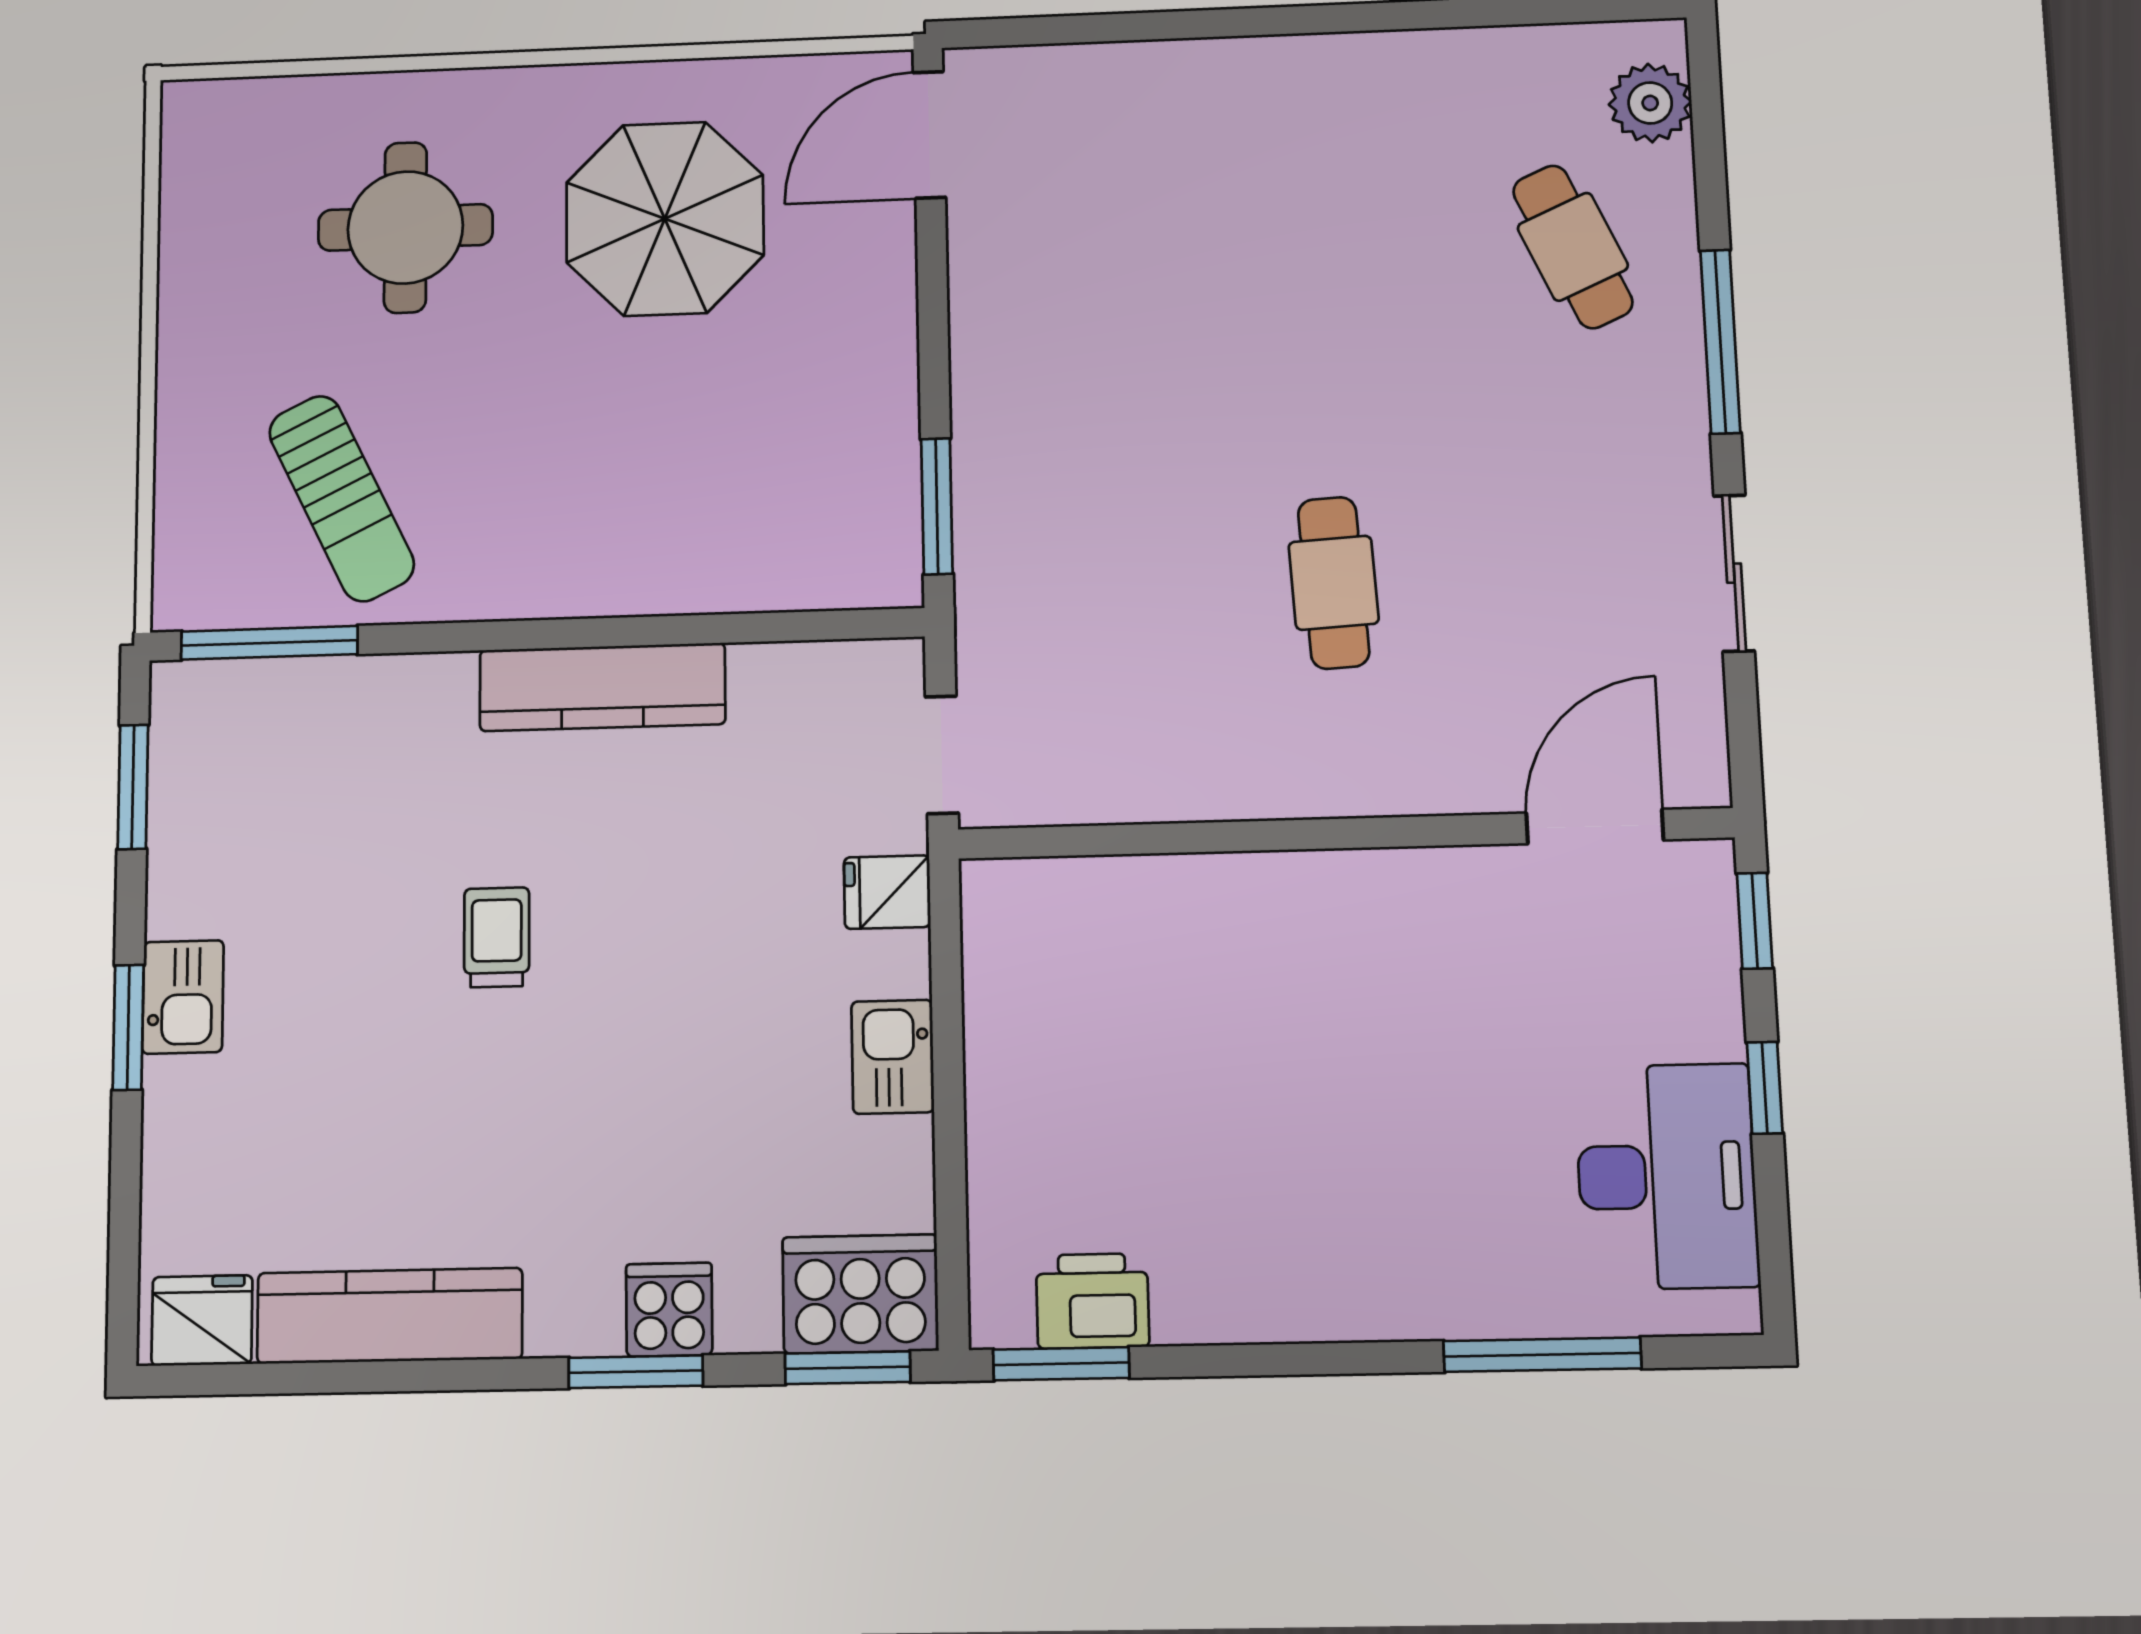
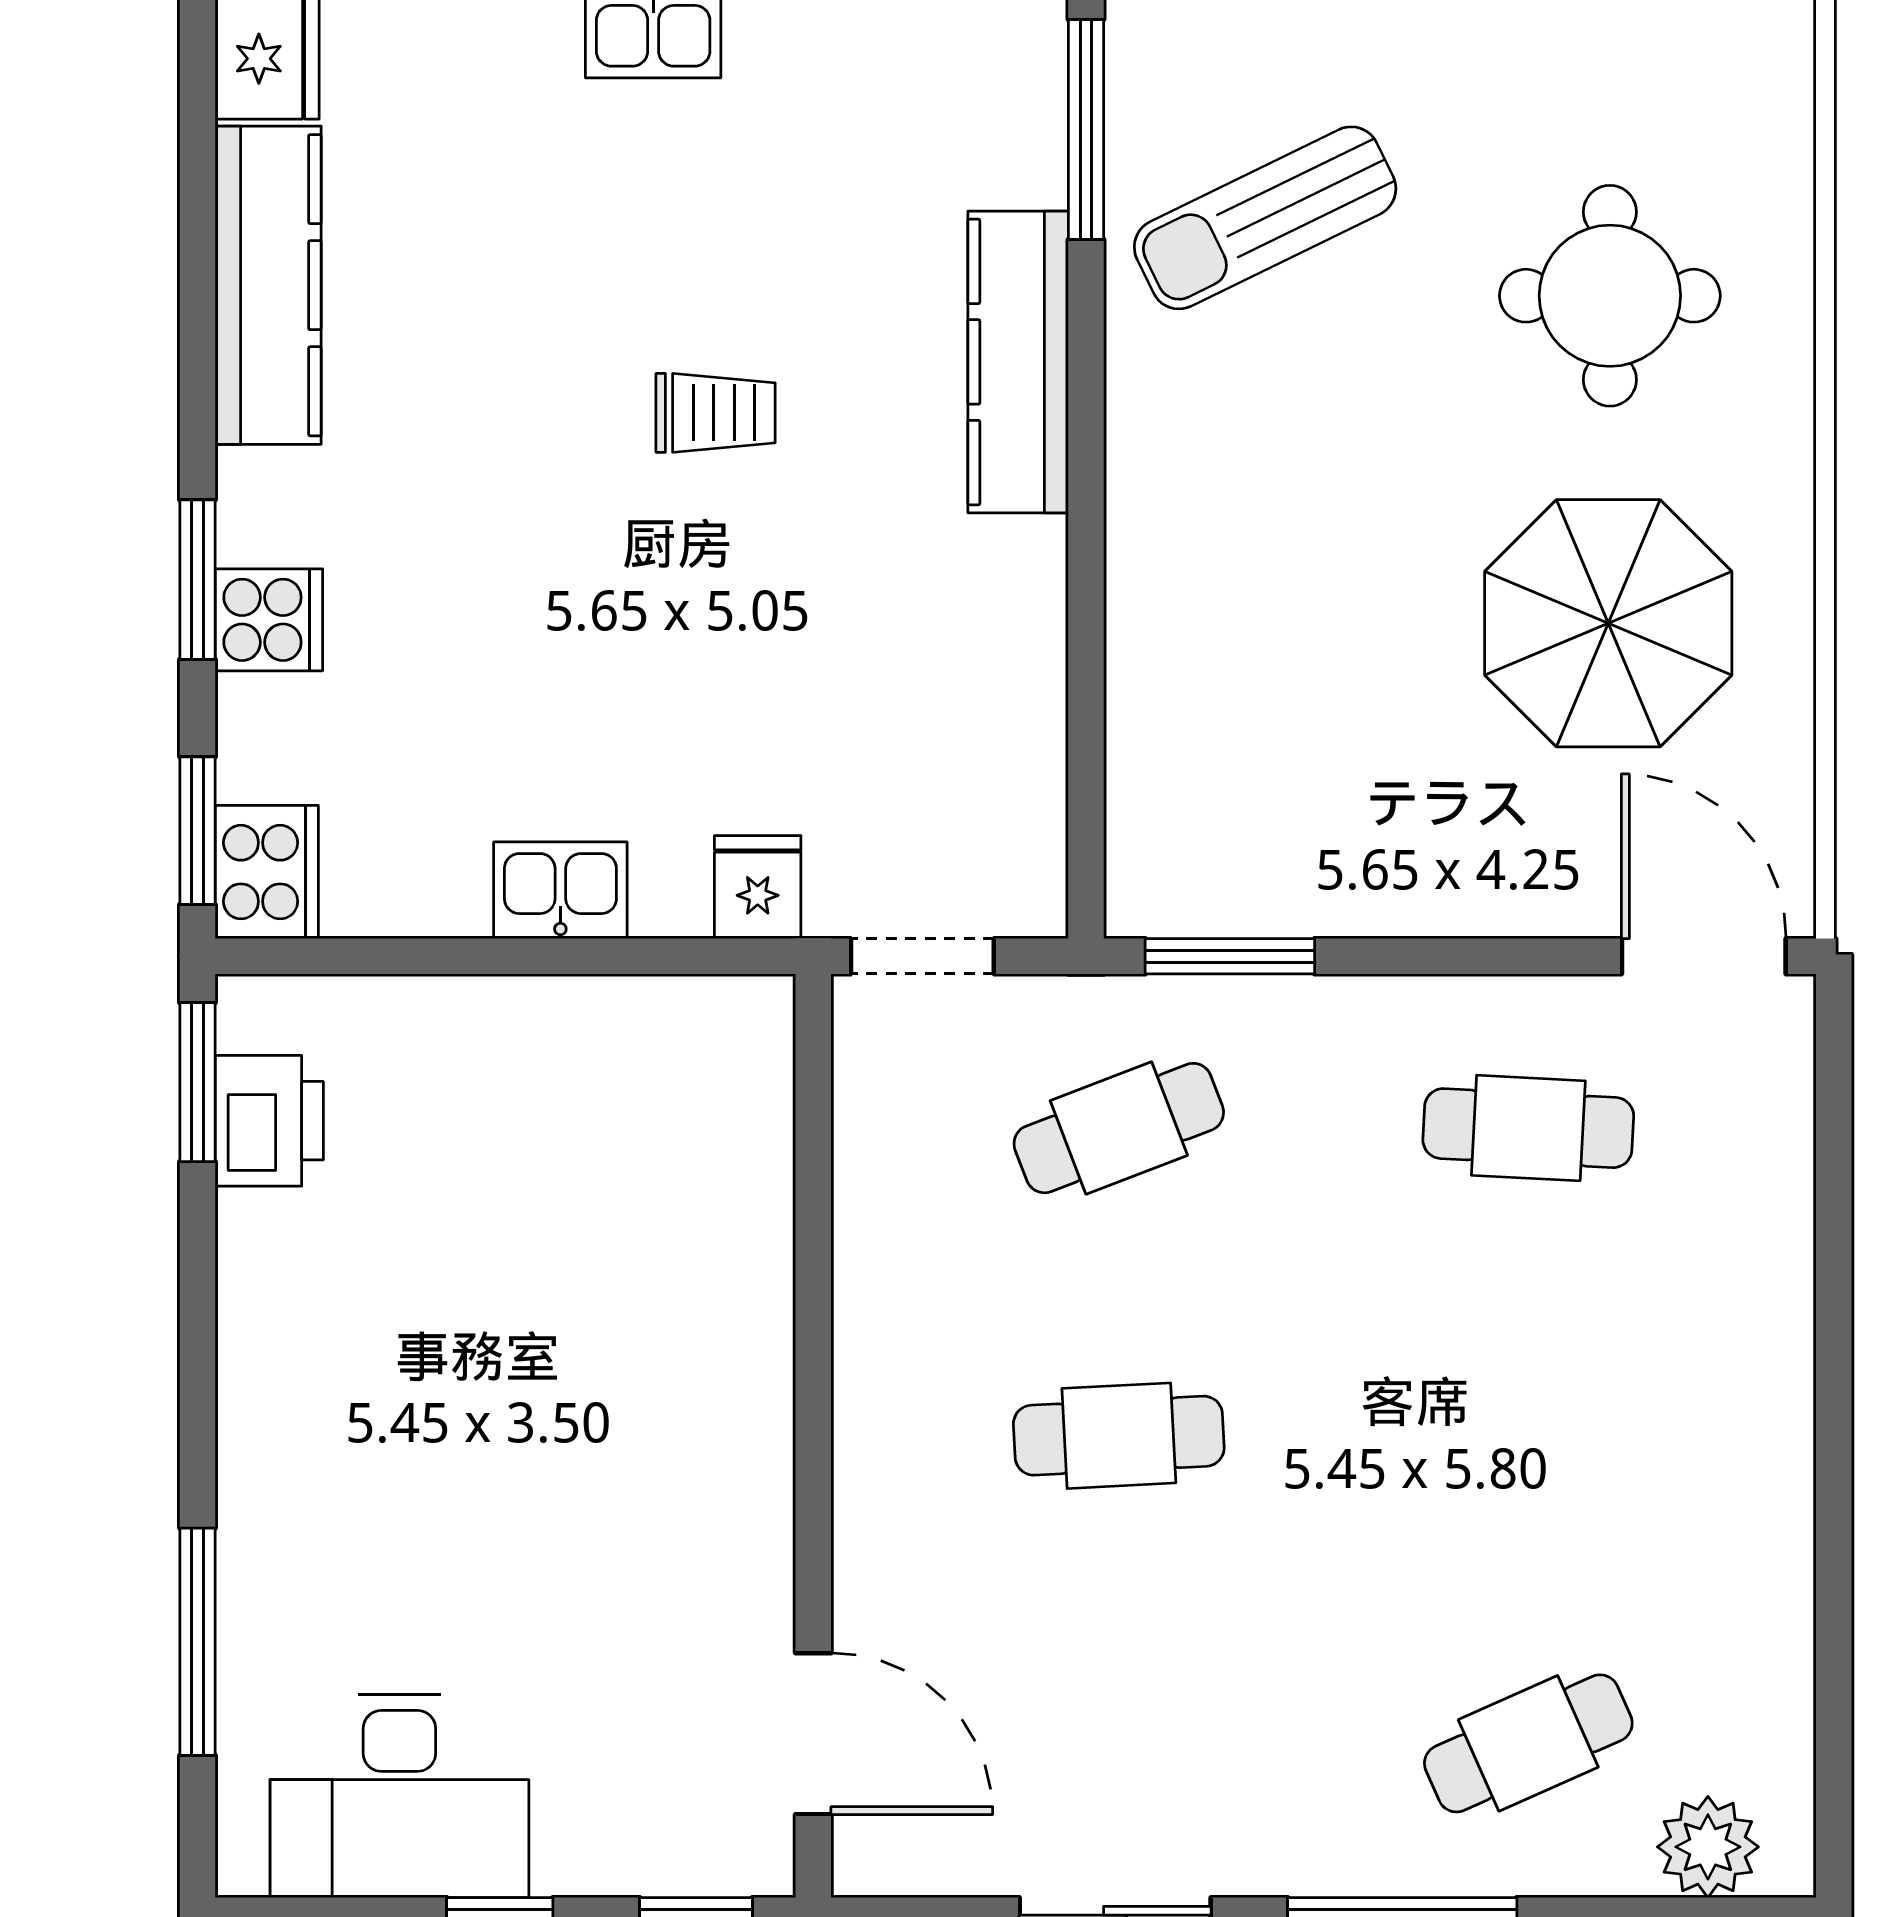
cafe table: (1071, 266) -> (1528, 1128), added
cafe table: (1080, 591) -> (1119, 1128), added
kitchen counter: (602, 687) -> (1018, 362), moved
cooker: (860, 1294) -> (267, 872), width x0.73, depth x0.76

